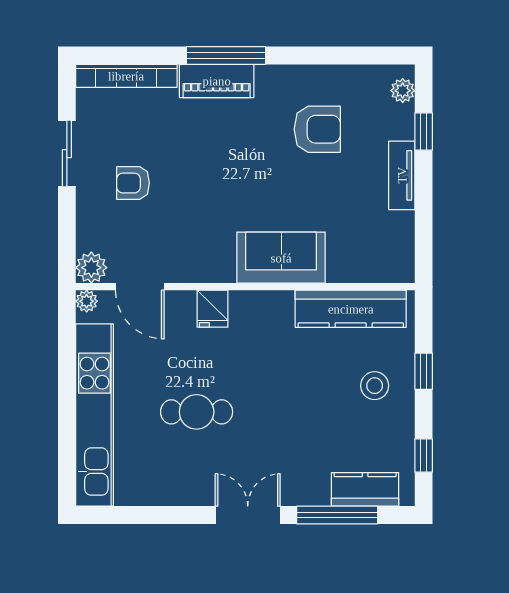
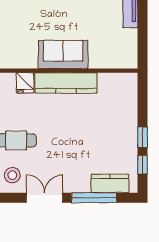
kitchen counter: (351, 309) -> (66, 83), moved
window: (424, 371) -> (142, 137), moved
stool: (375, 386) -> (12, 175), moved

